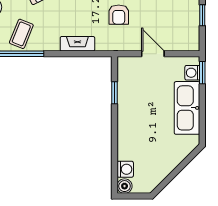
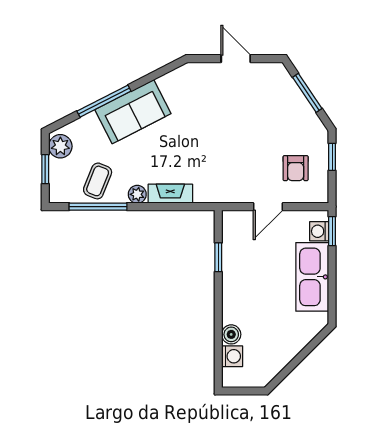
armchair: (119, 15) -> (296, 168), moved
plant: (52, 44) -> (137, 194), added
door: (153, 54) -> (268, 207), swing flipped
boiler: (125, 186) -> (231, 334), moved

